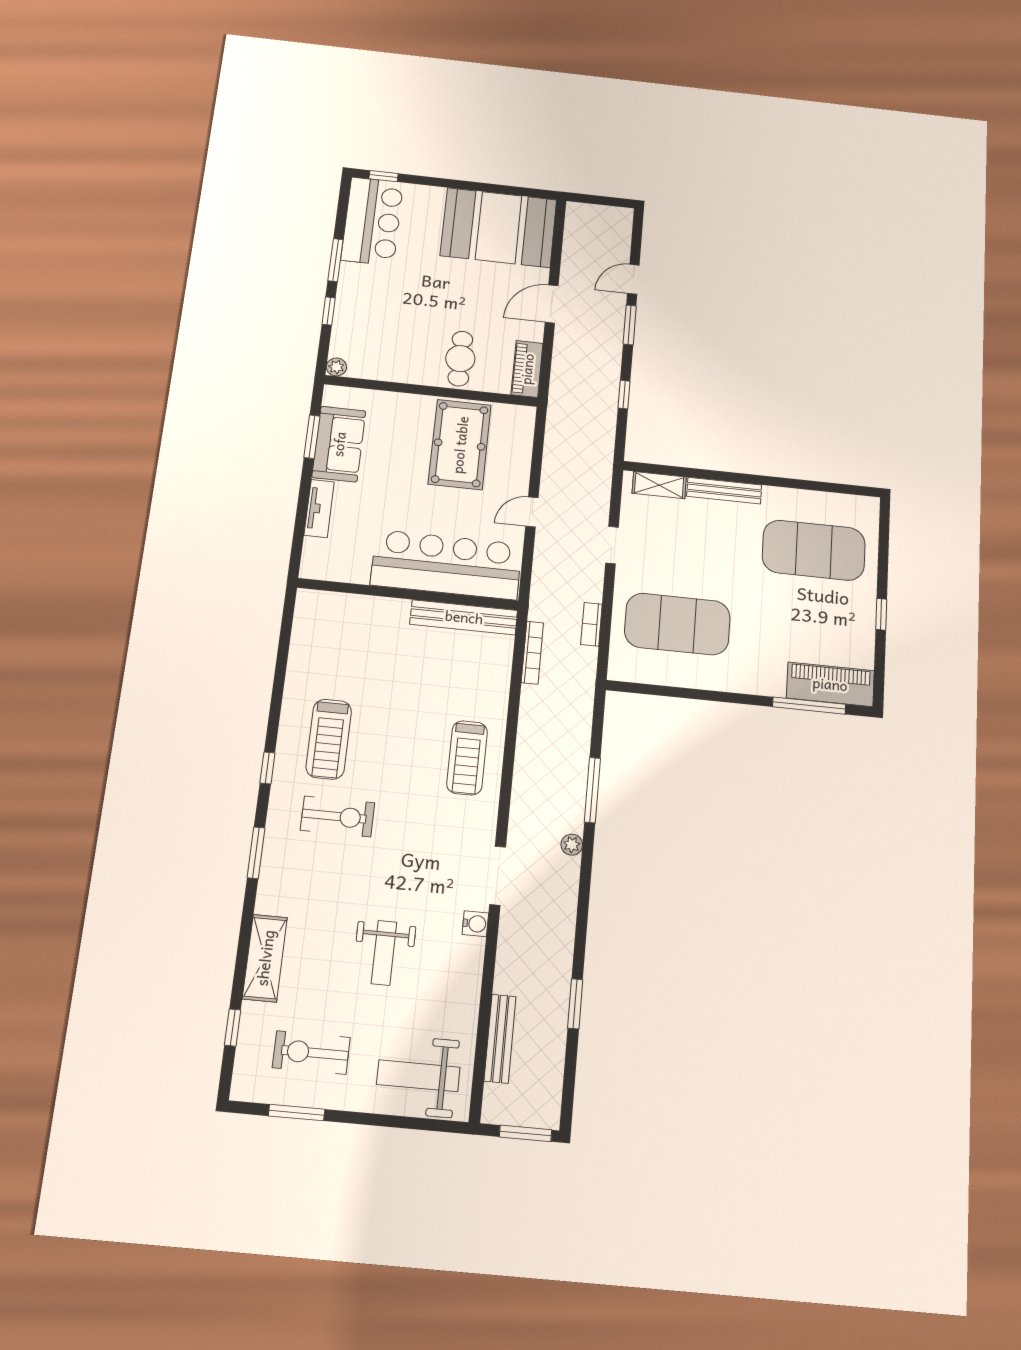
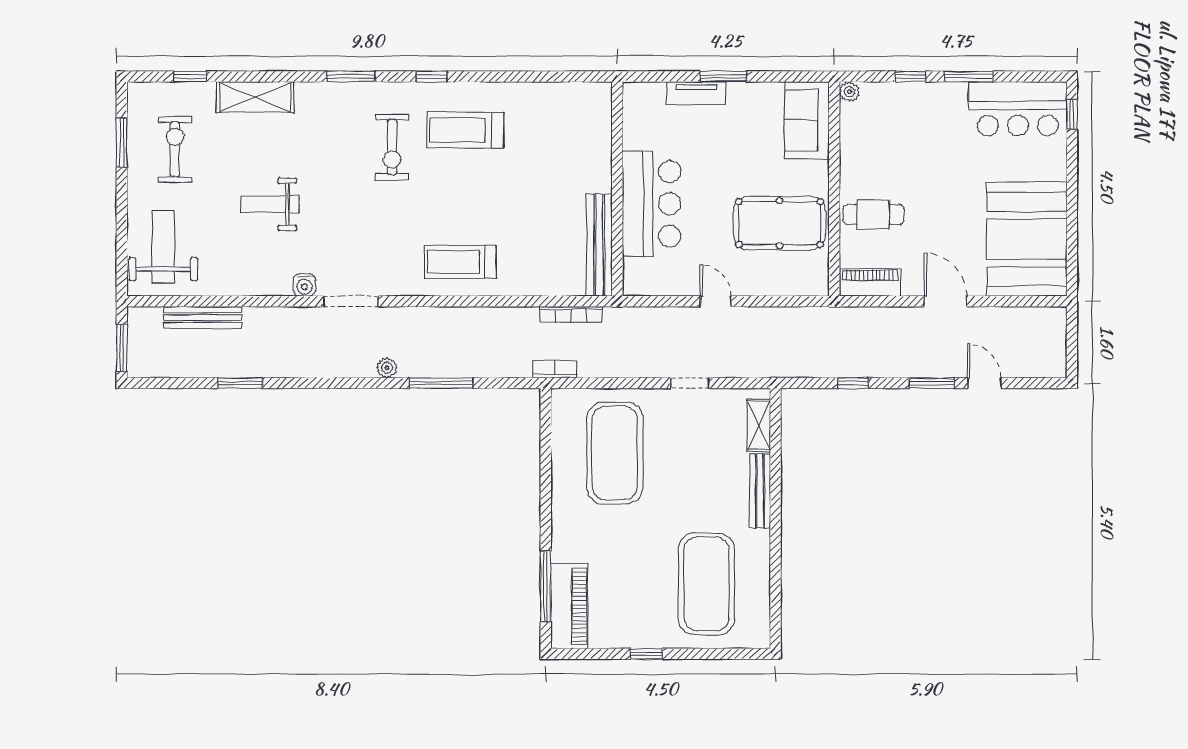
window: (312, 437) -> (724, 77), moved
sofa: (339, 444) -> (807, 120), moved, turned 90
bar counter: (446, 565) -> (652, 204), width x0.73
bookcase: (591, 624) -> (555, 369), moved

